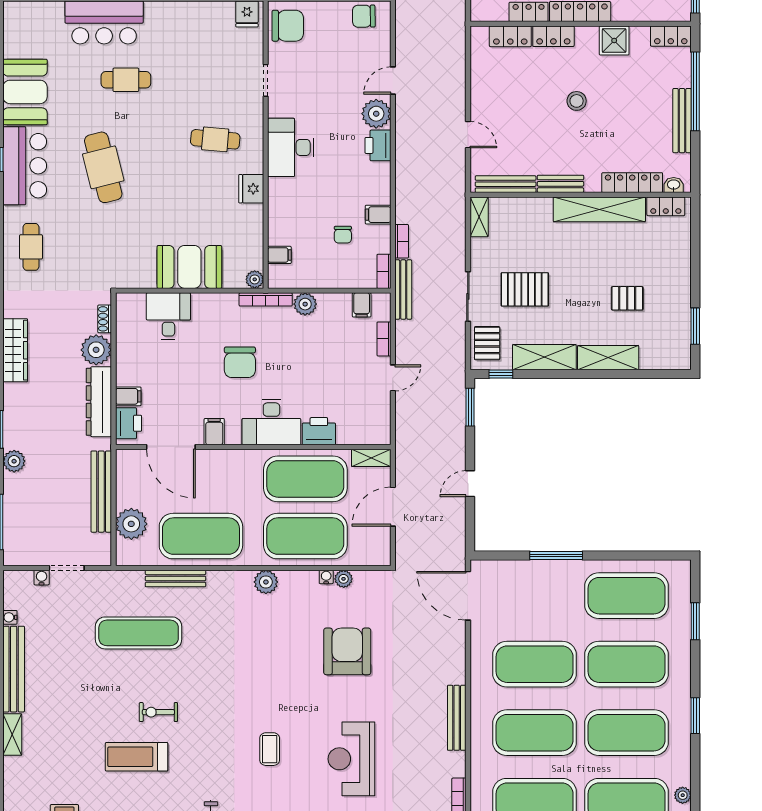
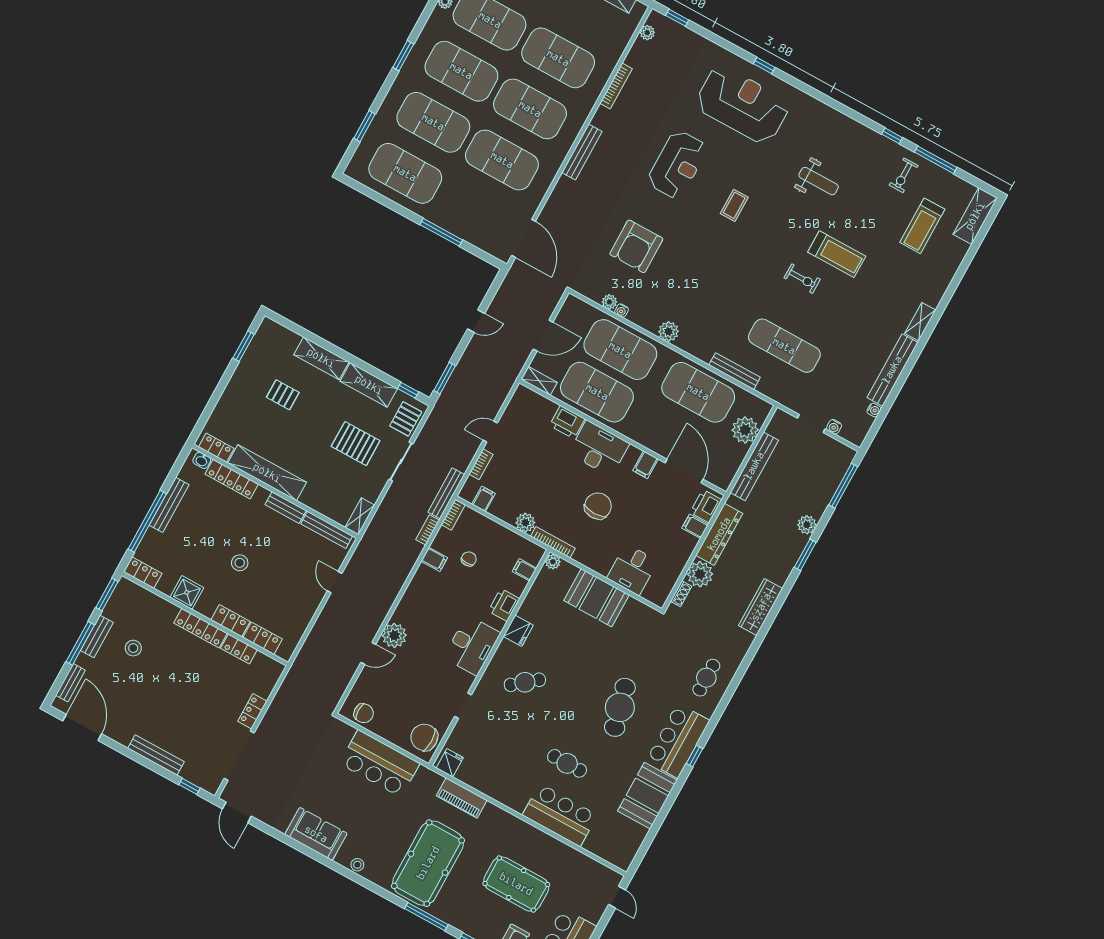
cafe table: (215, 139) -> (525, 682), turned -44
printer: (378, 145) -> (504, 605), moved, turned 180

